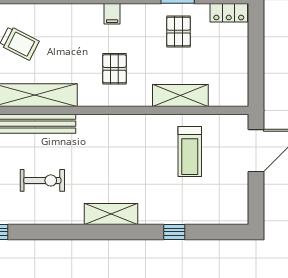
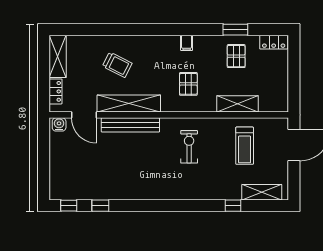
exercise bike: (42, 180) -> (189, 147), moved, turned -90
shelving: (111, 214) -> (262, 192), moved

